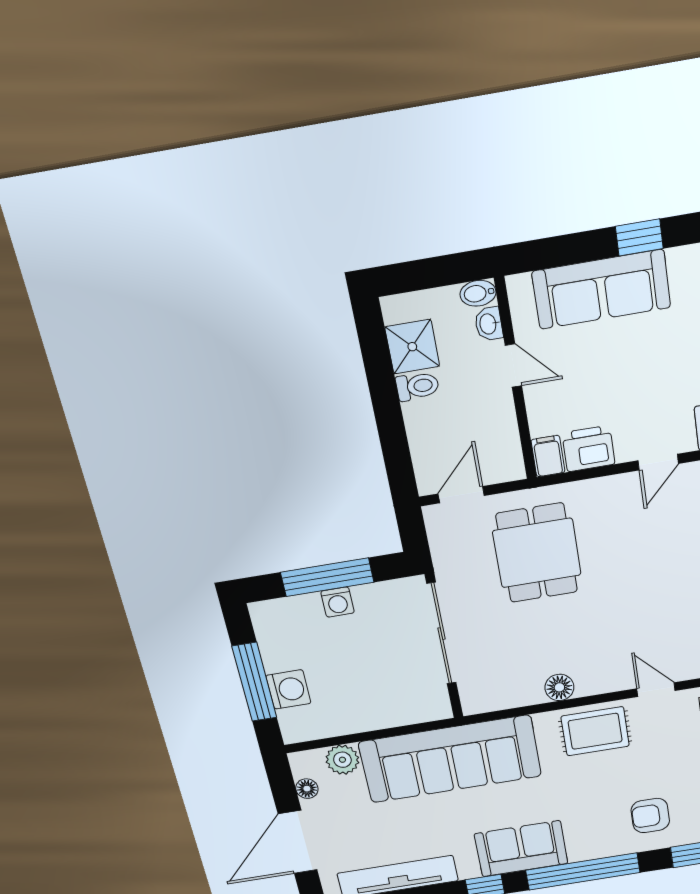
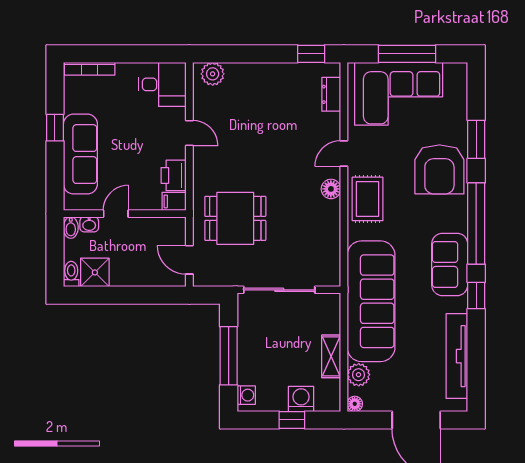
toilet: (417, 386) -> (71, 274), moved
washing machine: (338, 602) -> (246, 395), moved
window: (254, 682) -> (292, 420), width x0.46
floor lamp: (559, 687) -> (331, 189), moved
shelving: (360, 720) -> (331, 356), added
floor lamp: (307, 789) -> (355, 404), moved
armchair: (650, 816) -> (439, 169), width x1.88, depth x1.88

